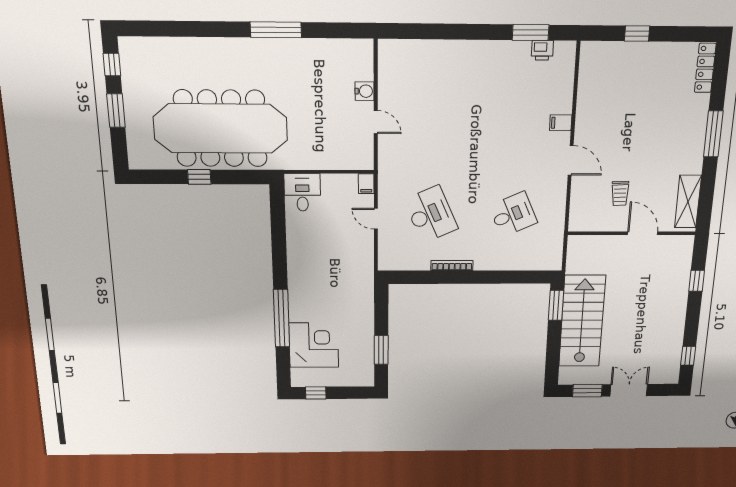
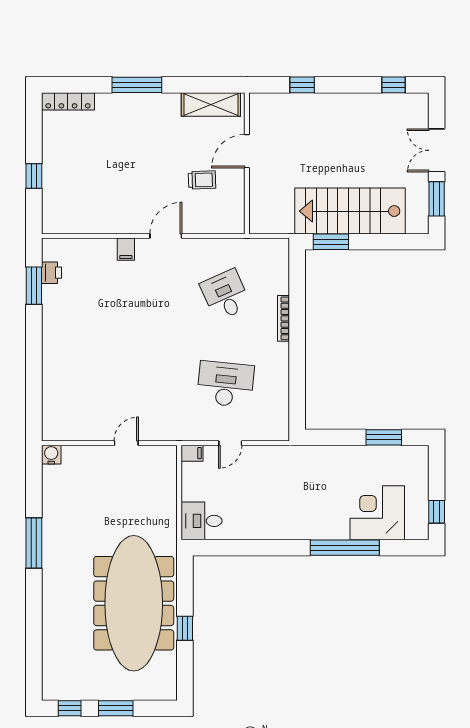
water cooler: (364, 91) -> (51, 455), moved
desk: (431, 214) -> (225, 384), turned 30
bookcase: (452, 265) -> (284, 318), moved

